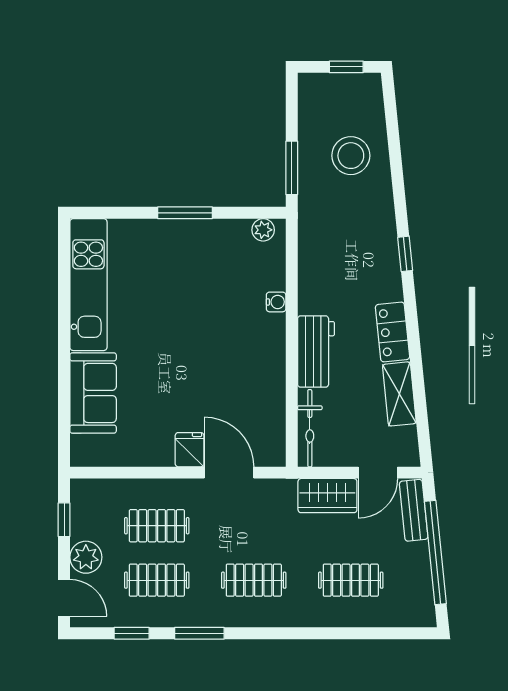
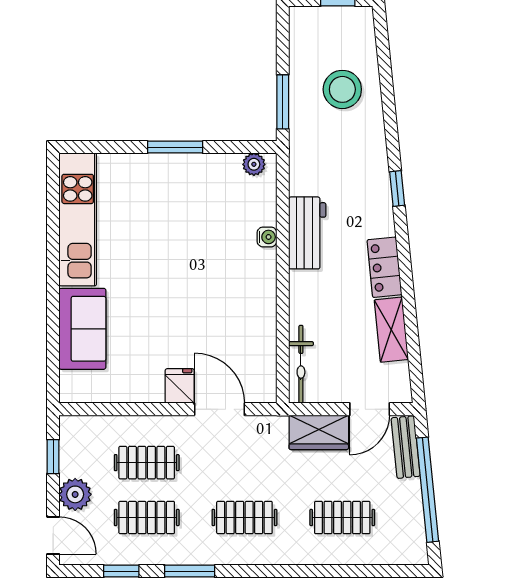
workbench: (316, 352) -> (307, 233), moved

